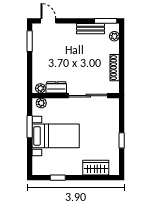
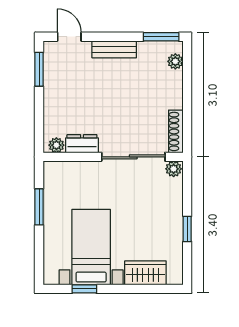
bench: (90, 29) -> (114, 49), moved
shoe rack: (115, 68) -> (176, 131), moved
plant: (41, 103) -> (174, 169), moved
bed with nightstands: (56, 136) -> (91, 247), moved, turned -90

